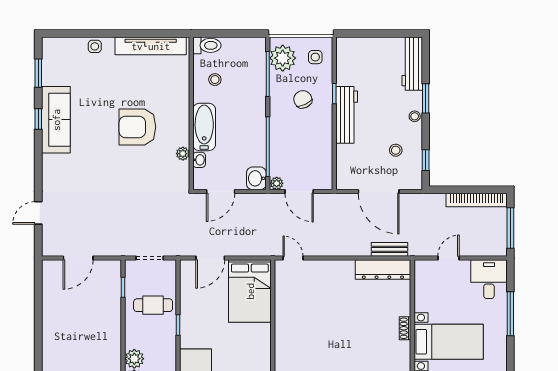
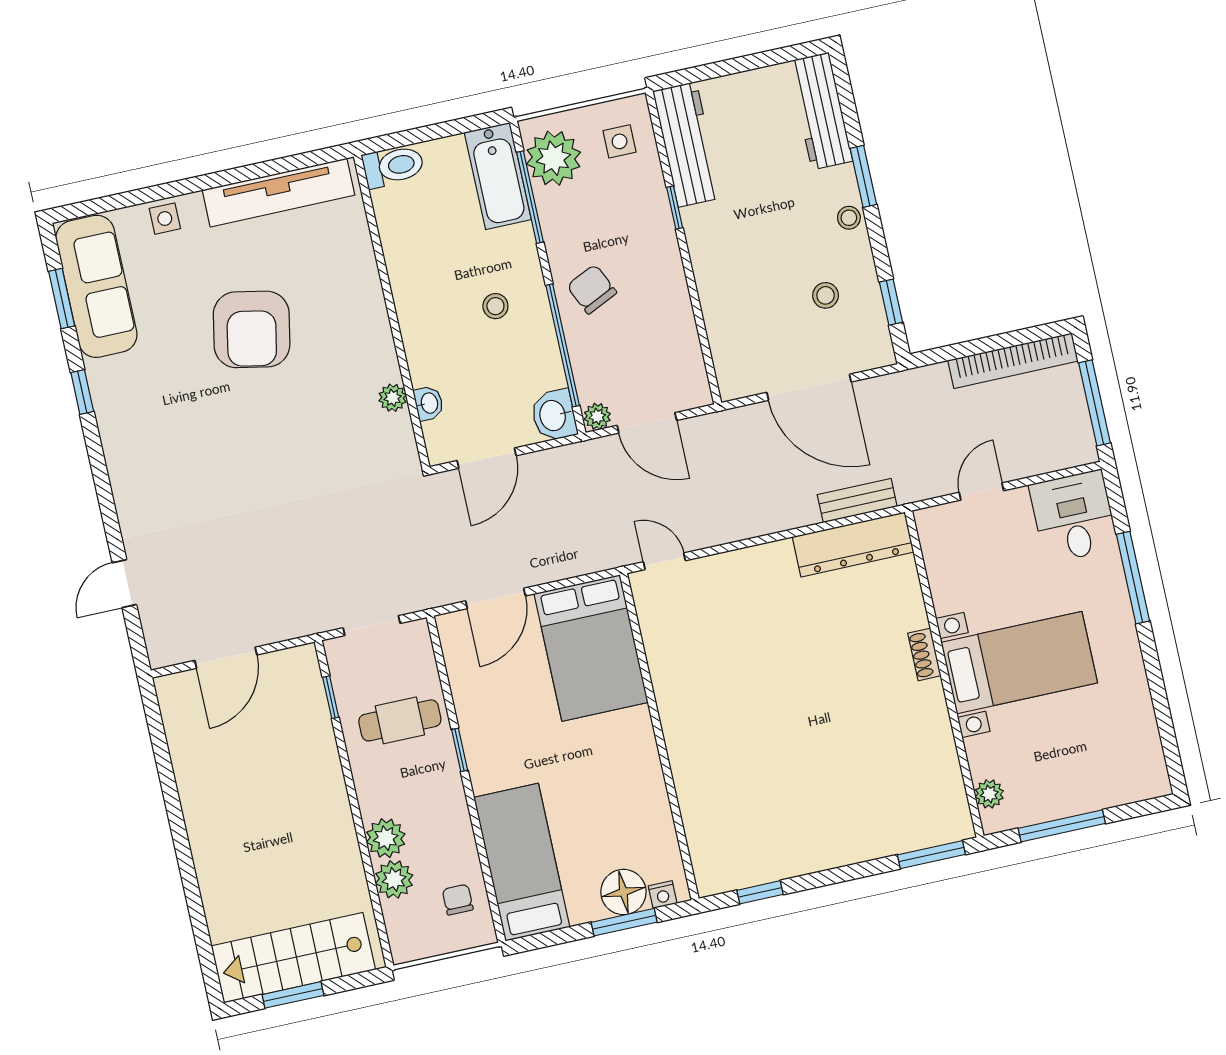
stool: (215, 80) -> (495, 306), moved
chair: (303, 99) -> (592, 289), moved
workbench: (347, 115) -> (687, 144), moved
sofa: (56, 120) -> (96, 286), moved
armchair: (137, 127) -> (252, 329), moved, turned -79
bathtub: (204, 127) -> (498, 176), moved, turned 180

